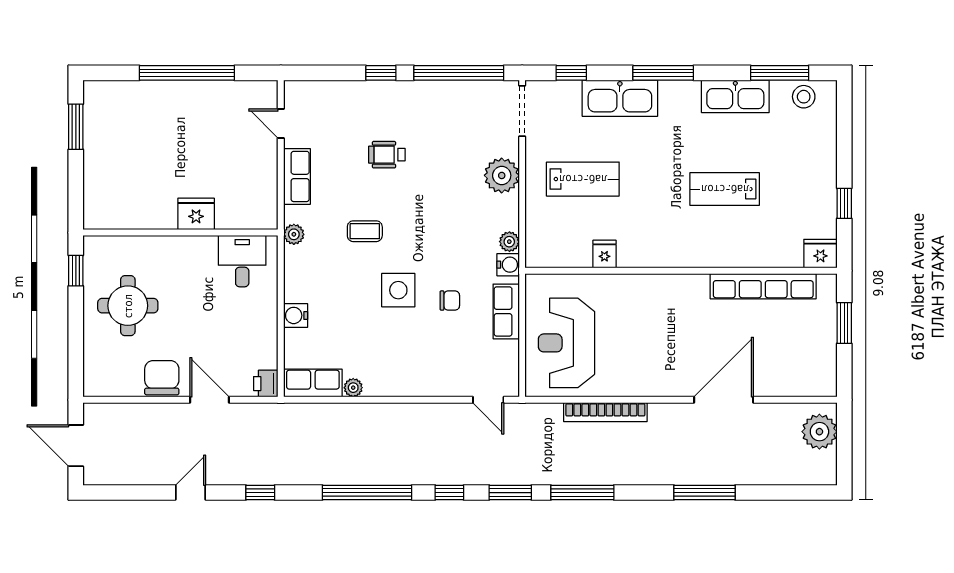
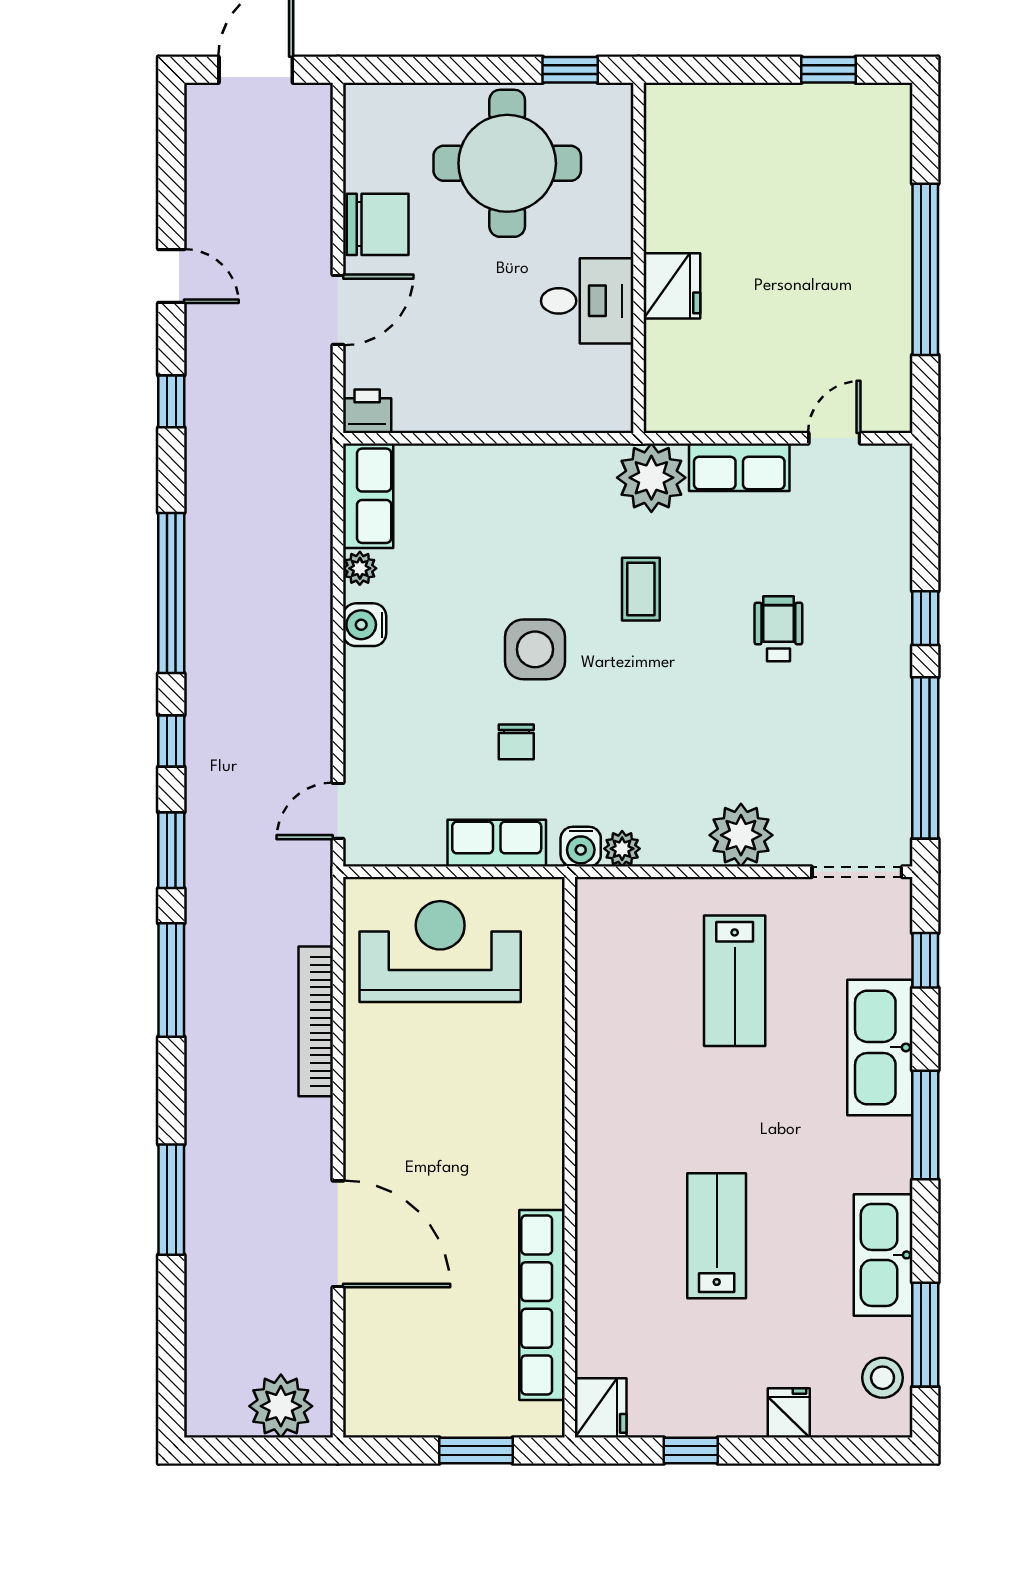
window: (76, 127) -> (829, 70), width x0.67
plant: (294, 234) -> (651, 478), width x1.87, depth x1.87
fridge: (604, 254) -> (789, 1413), moved, turned -90
desk: (242, 261) -> (587, 301), moved
round table: (128, 306) -> (507, 163), width x1.36, depth x1.36
water cooler: (296, 315) -> (365, 625), moved, turned -90

